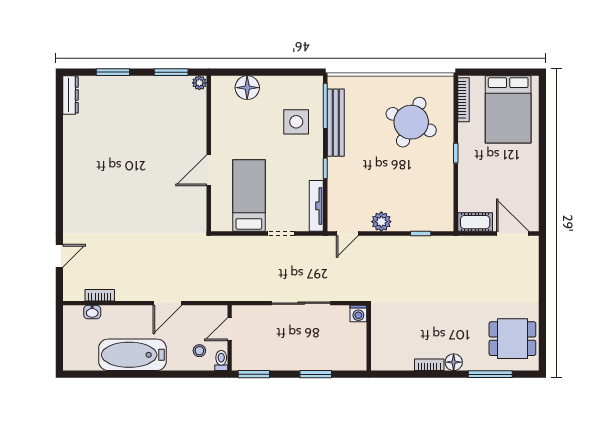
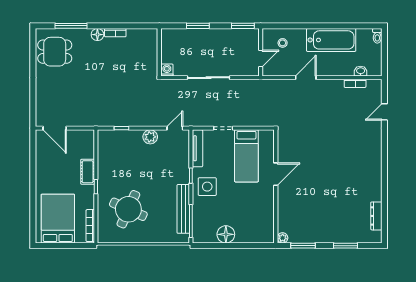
floor lamp: (247, 88) -> (226, 234), moved
dresser: (70, 95) -> (376, 216), moved
side table: (296, 122) -> (207, 187), moved
cot: (475, 222) -> (88, 172), moved, turned 90
toilet: (221, 360) -> (377, 36), moved

